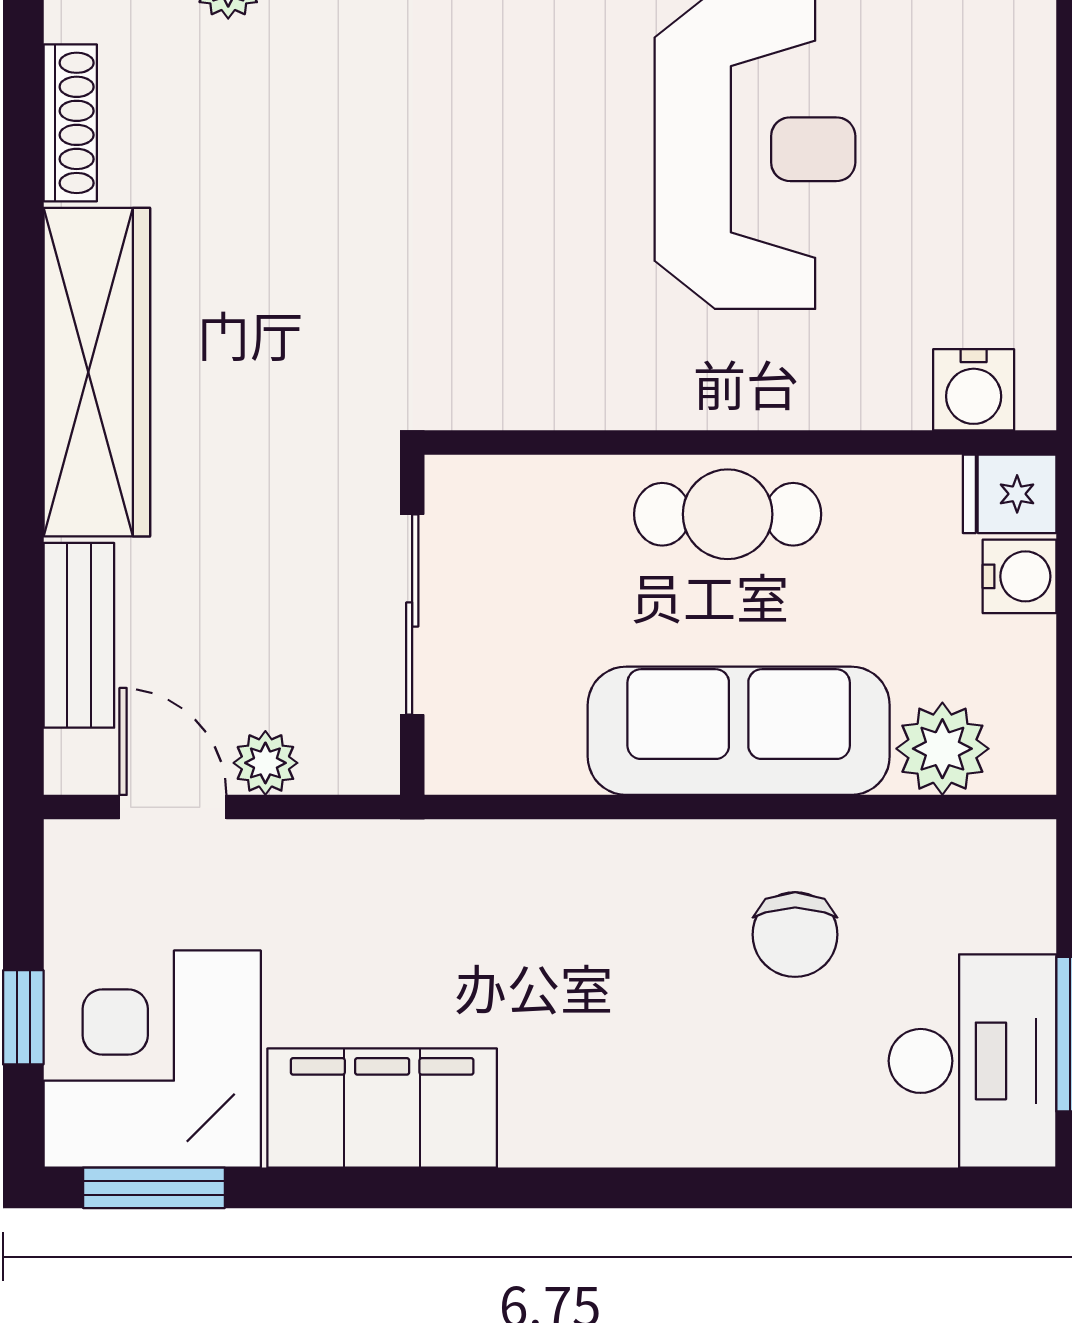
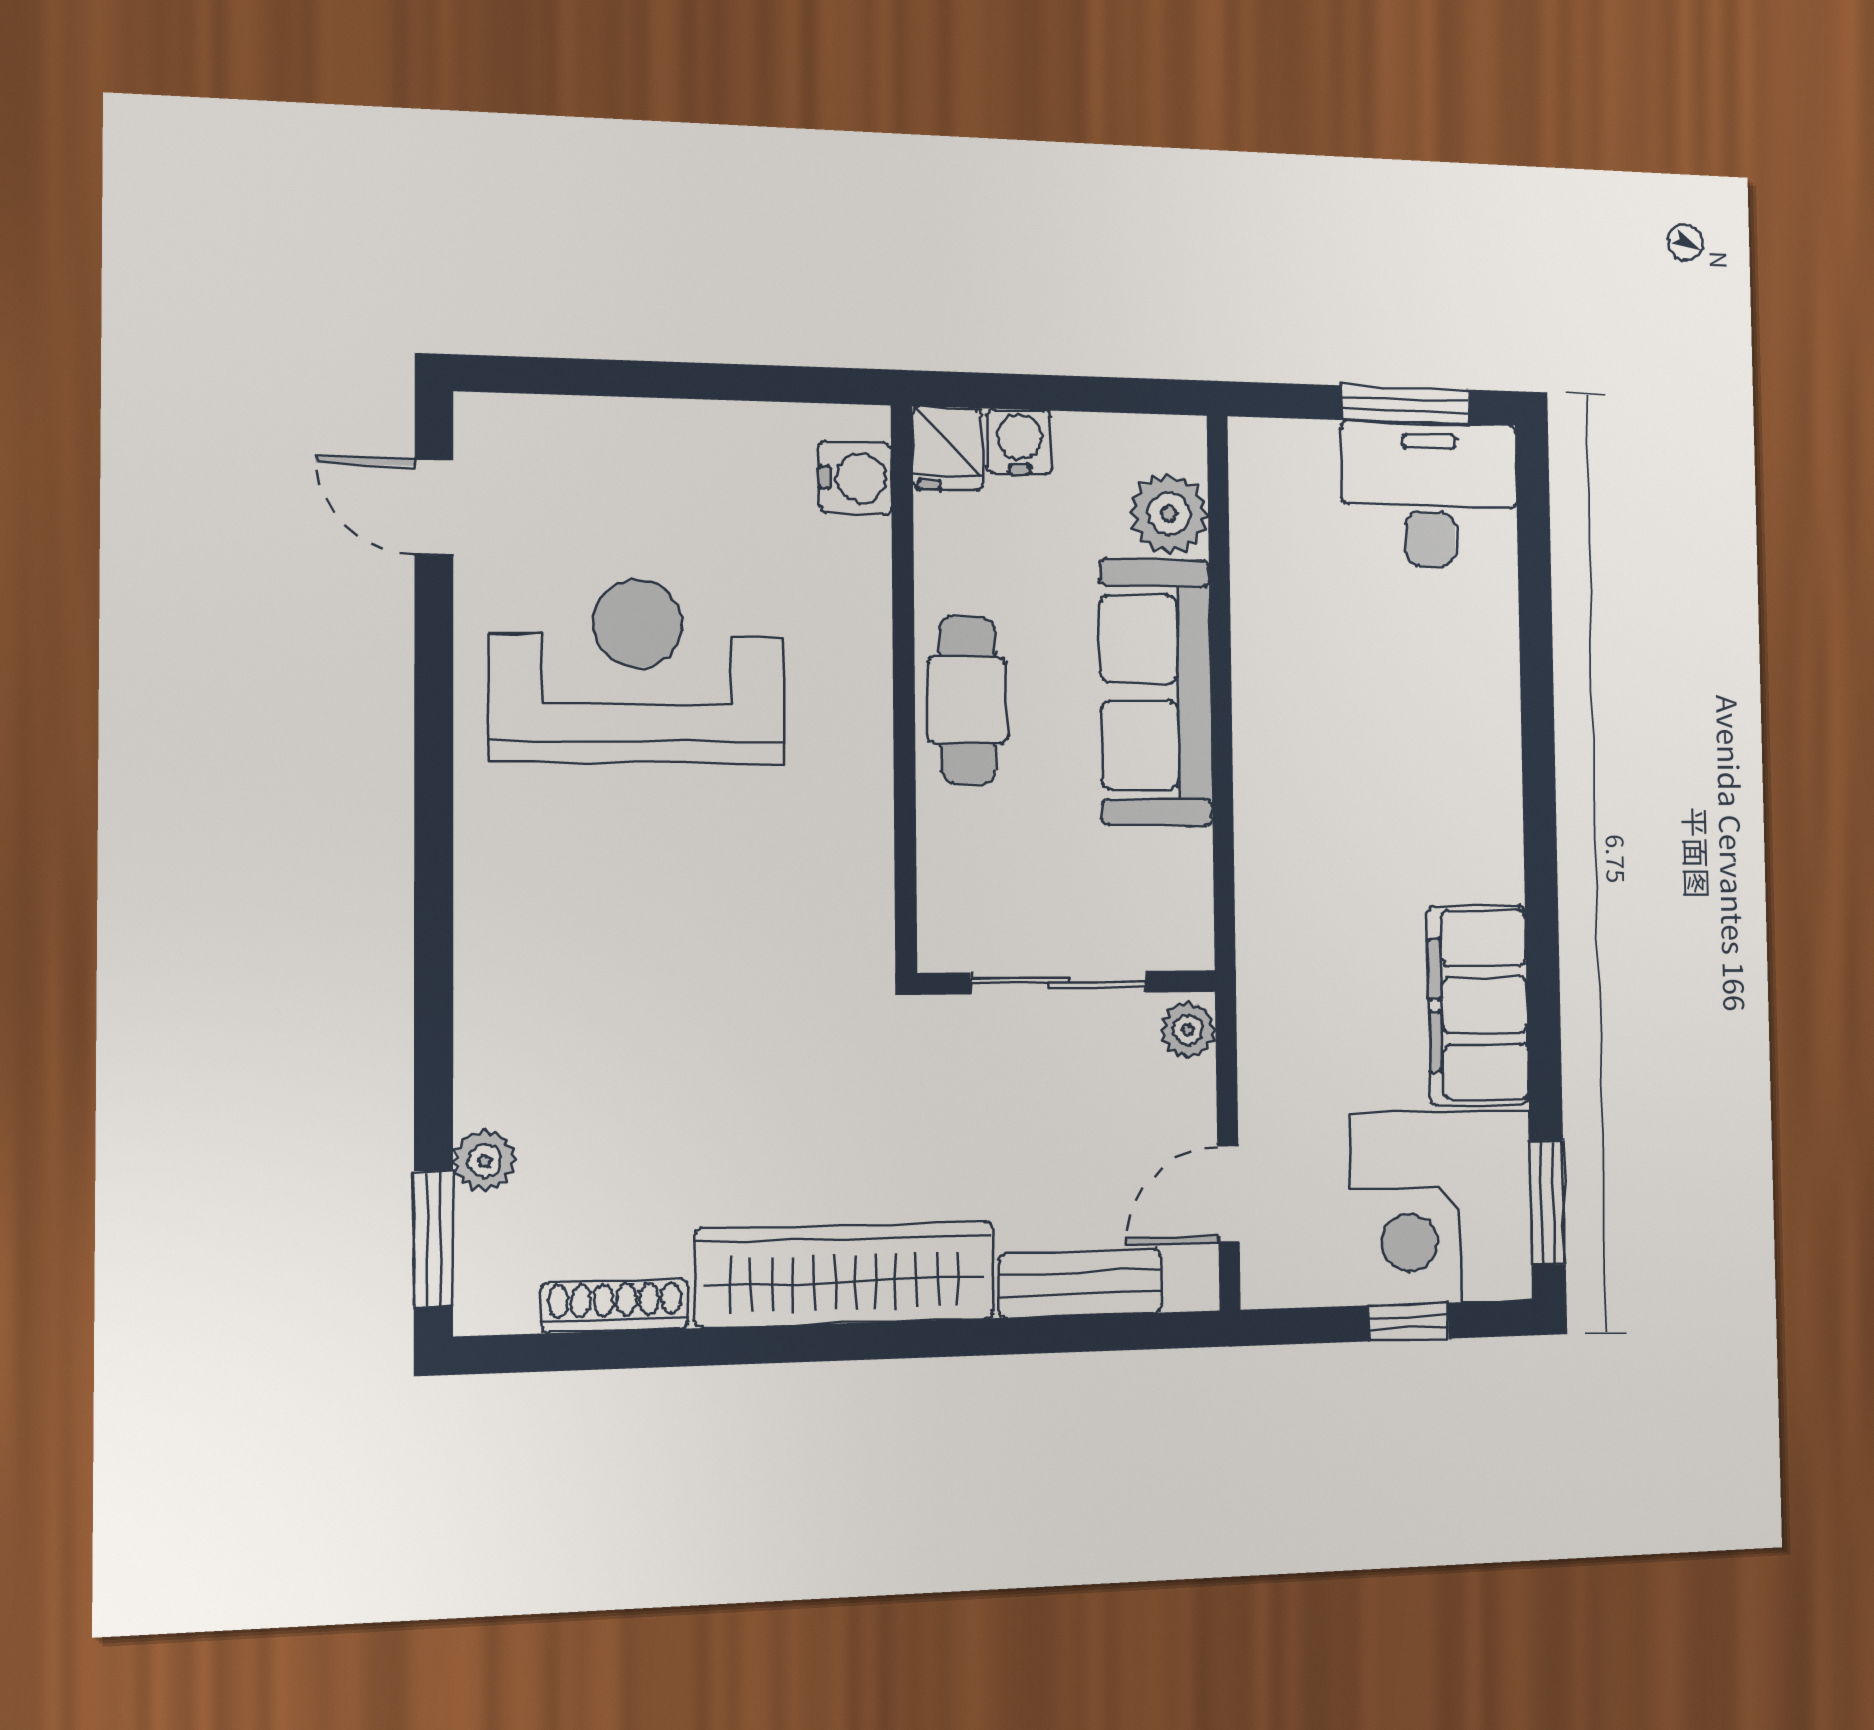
plant: (265, 763) -> (1188, 1030), moved
chair: (795, 935) -> (1328, 645), removed

